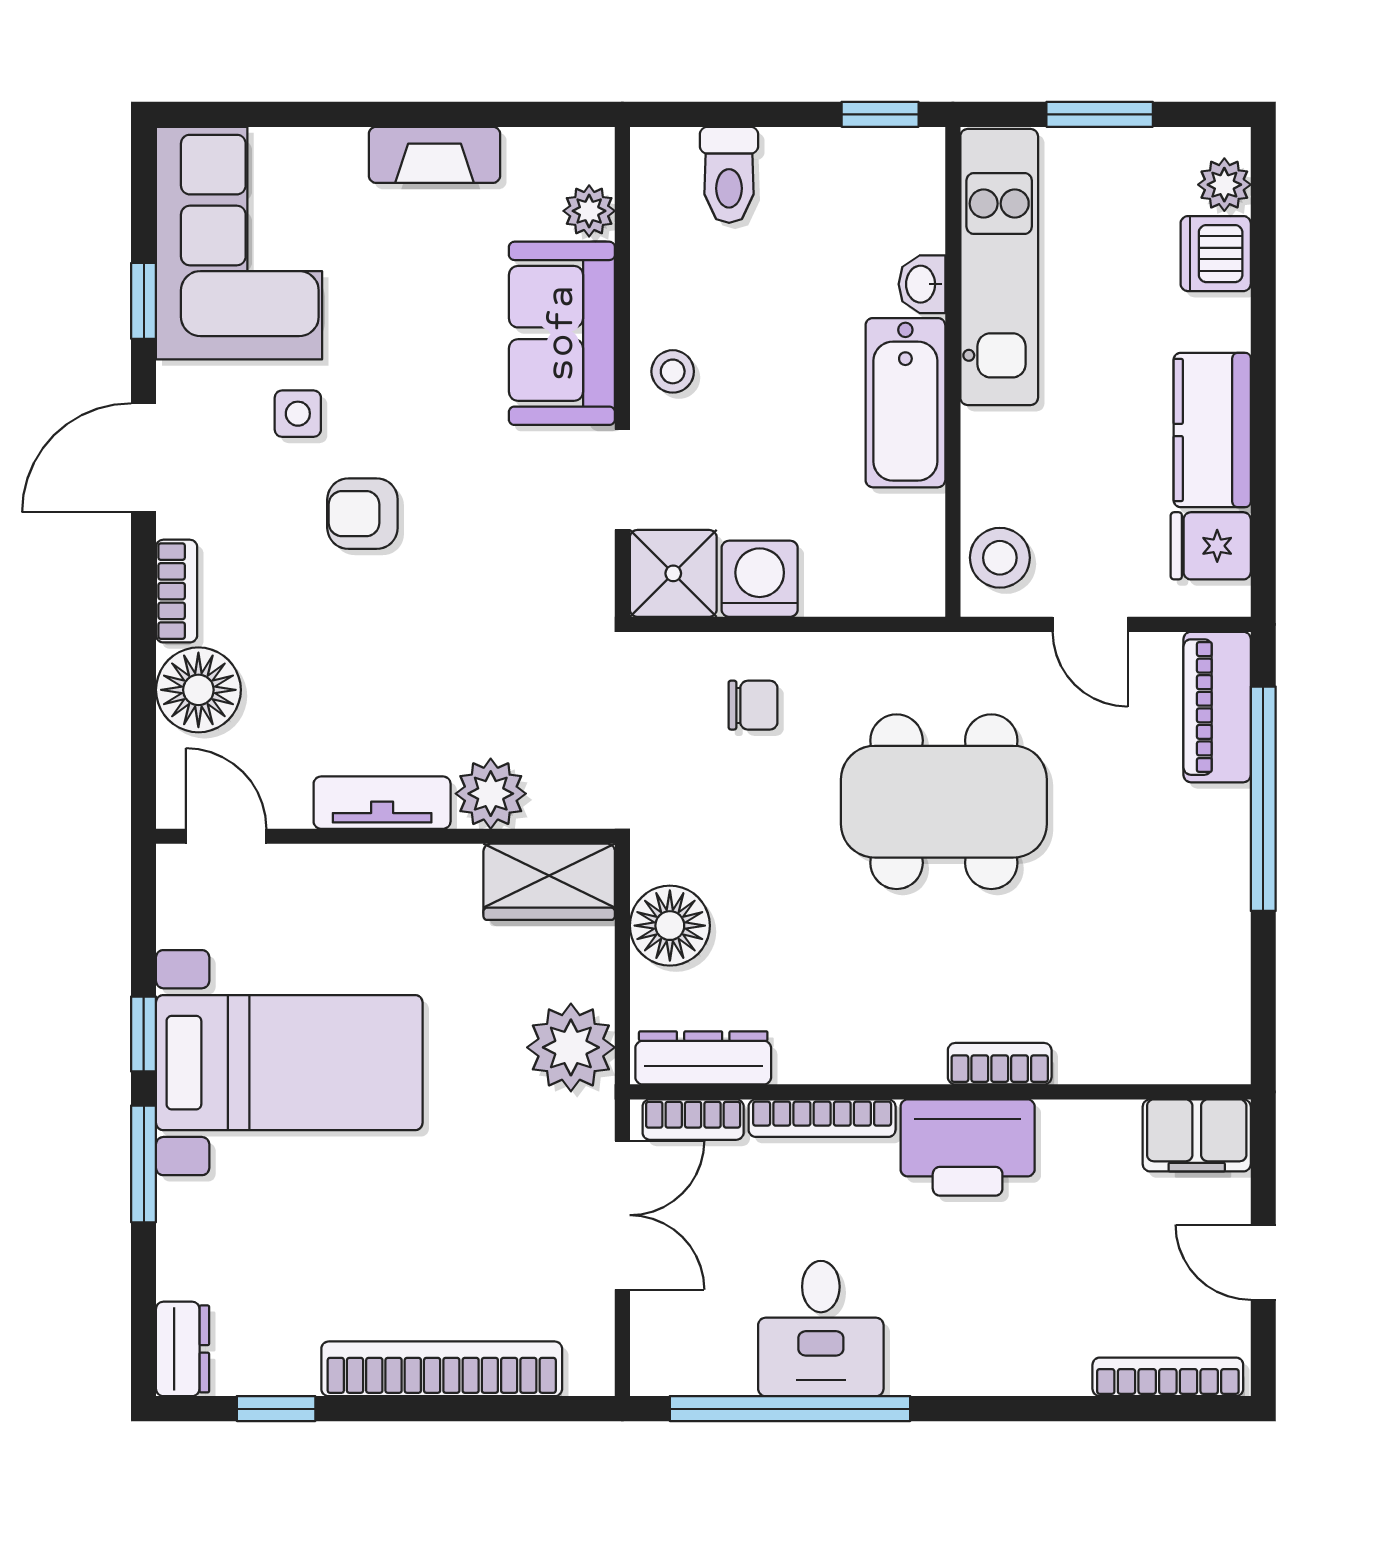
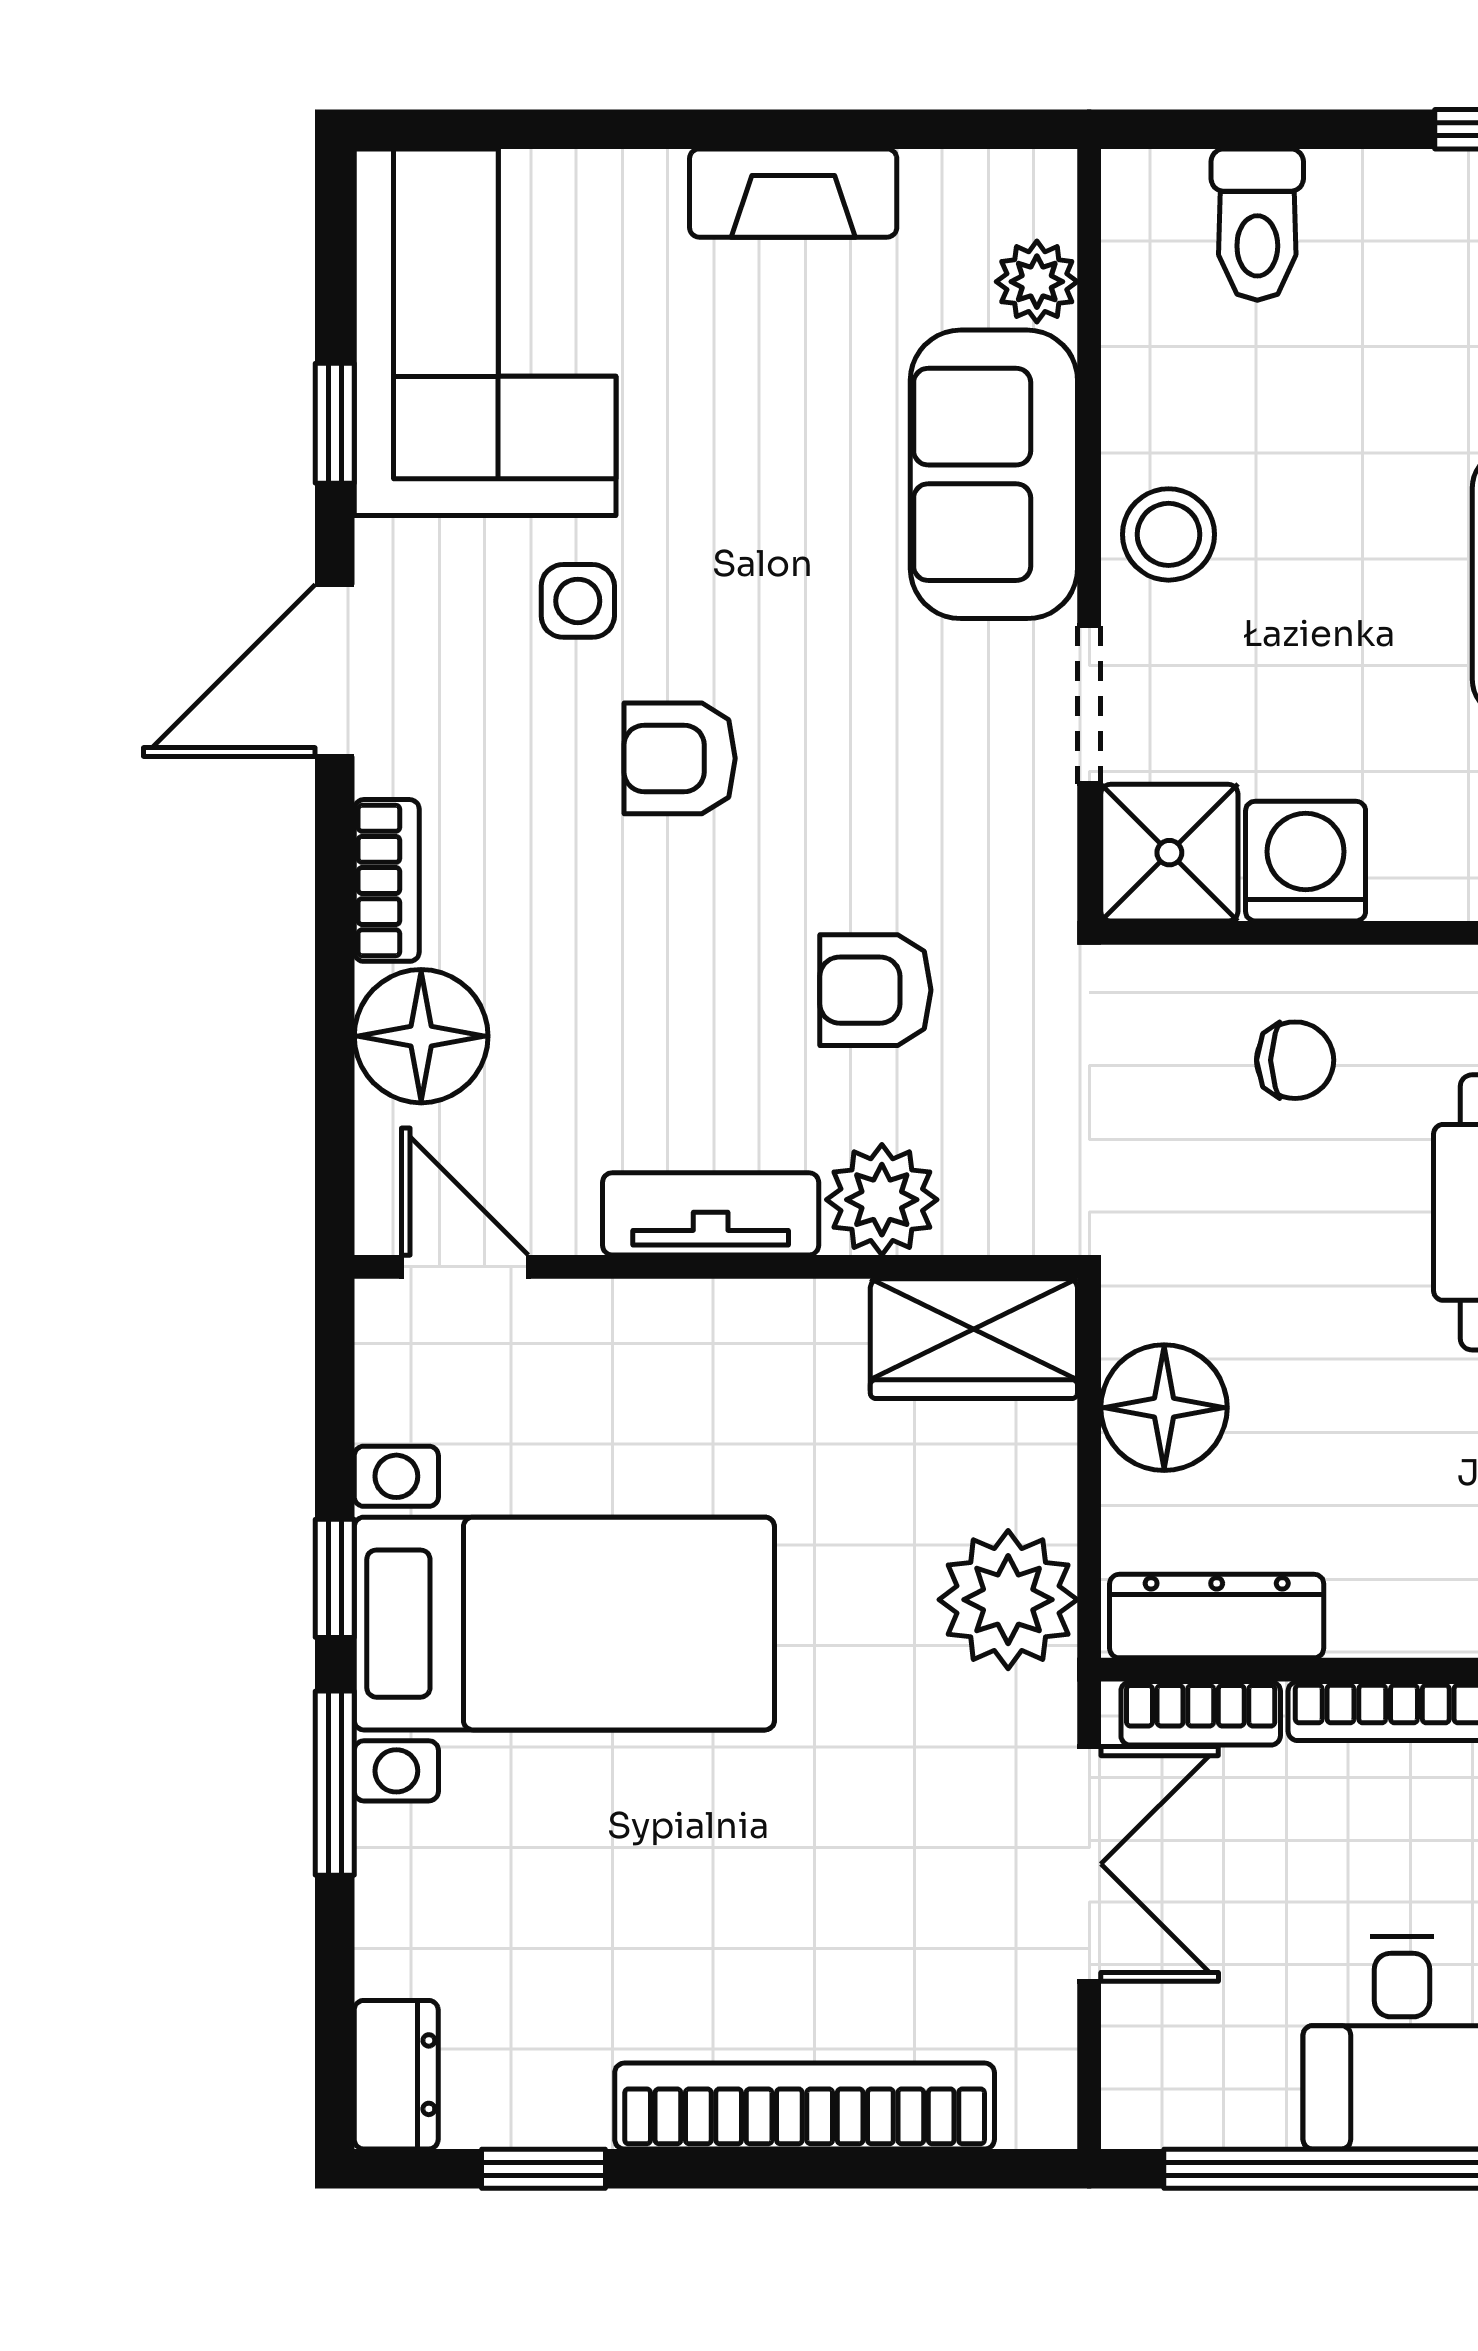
stool: (673, 371) -> (1169, 534), width x1.37, depth x1.37
armchair: (487, 661) -> (875, 990), added

